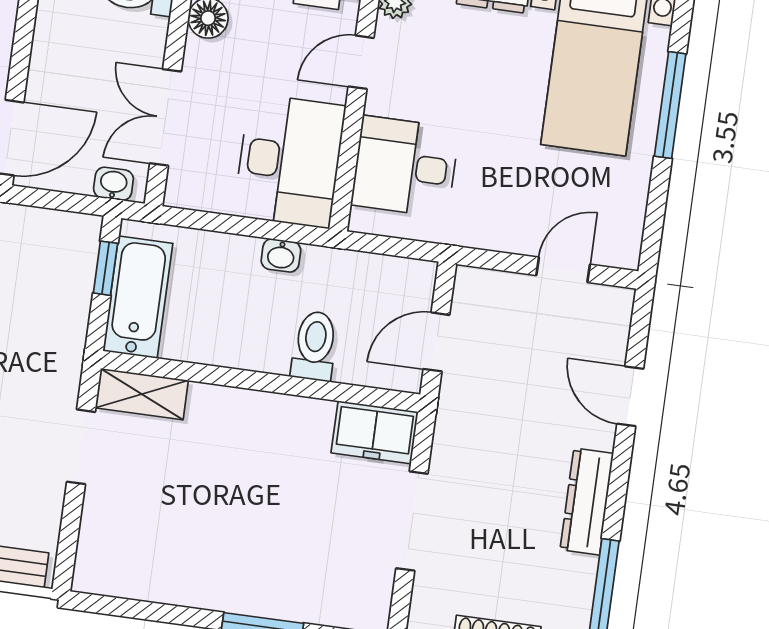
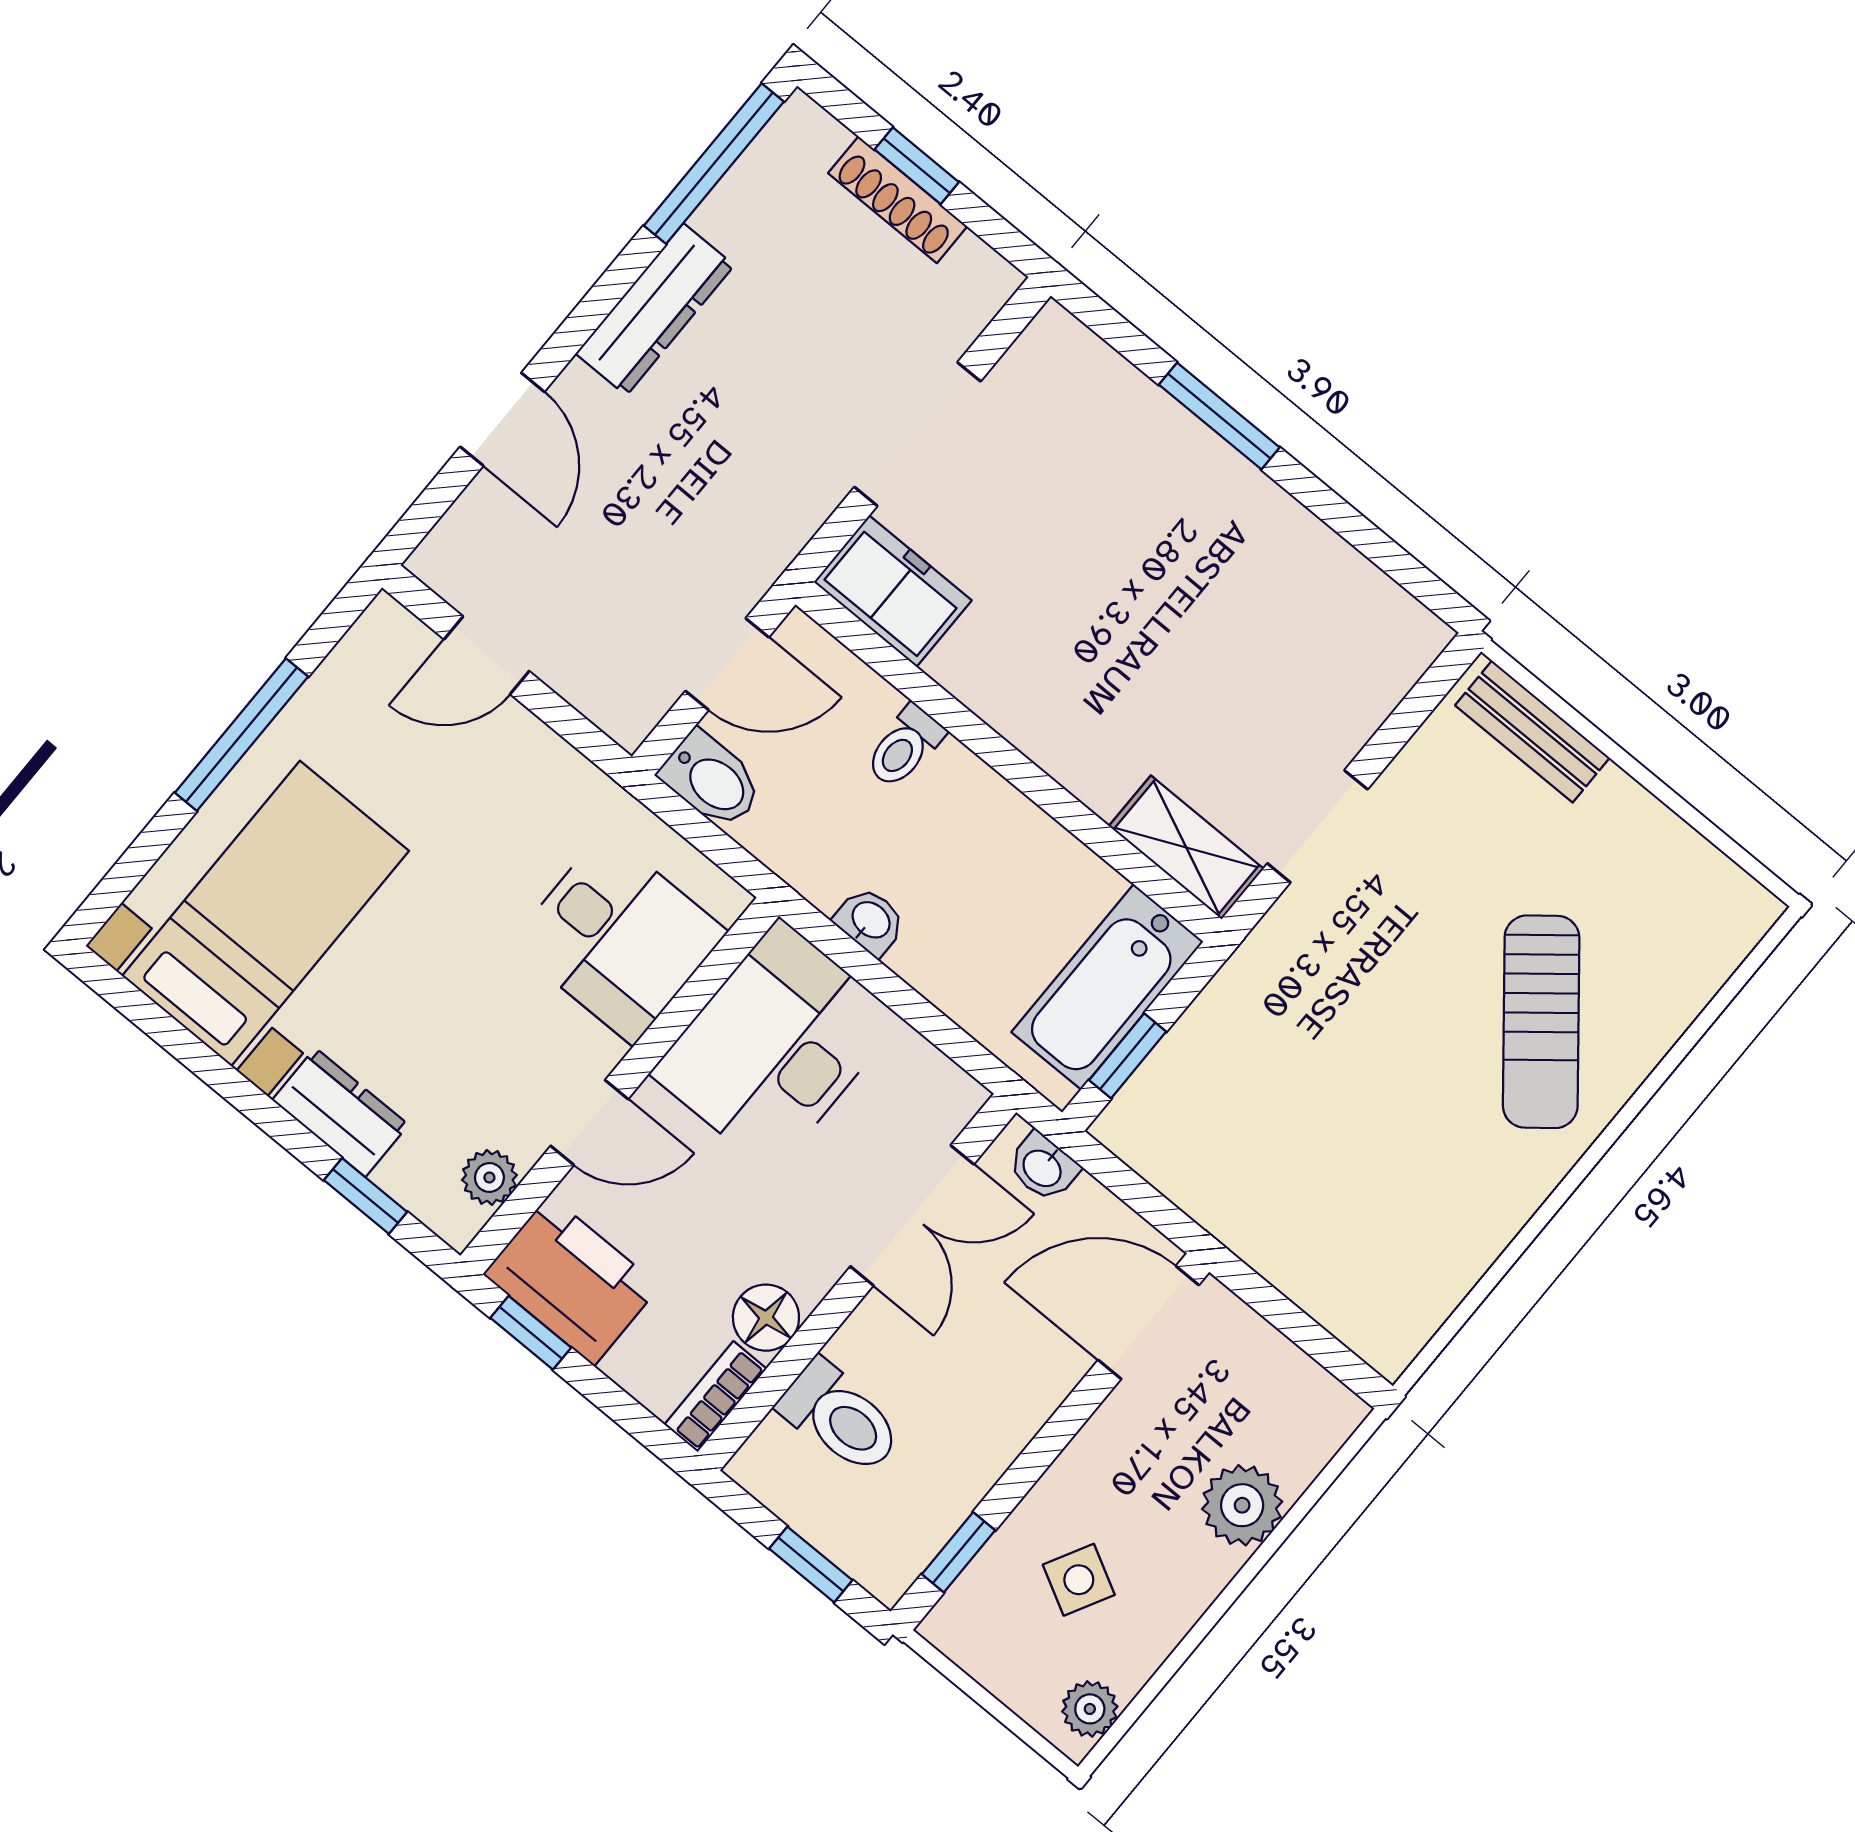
window: (670, 105) -> (241, 735), moved
bidet: (407, 277) -> (712, 780), added
toilet: (315, 346) -> (905, 747), width x0.73, depth x0.72

